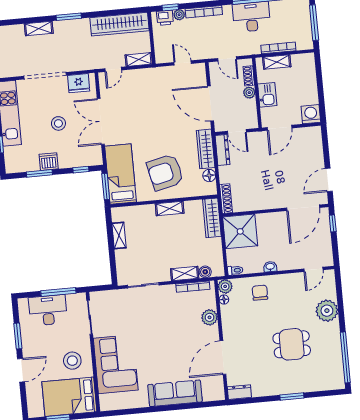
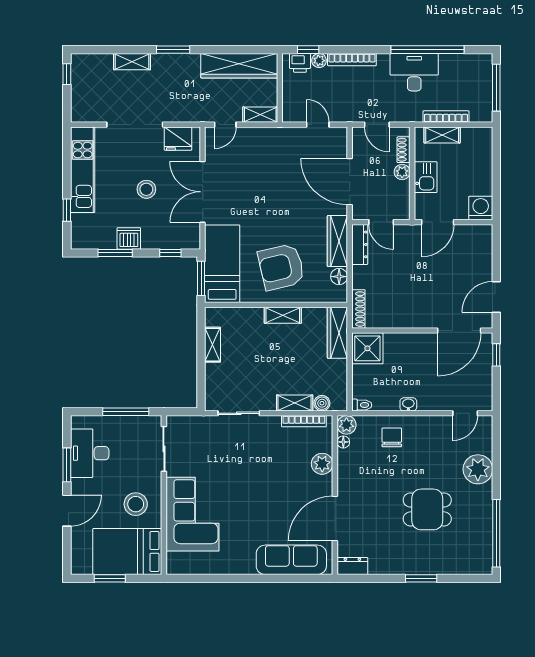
shower: (240, 231) -> (367, 348), width x0.73, depth x0.73
desk: (48, 310) -> (90, 453), moved, turned -90
sofa: (175, 393) -> (291, 560), moved

